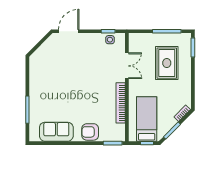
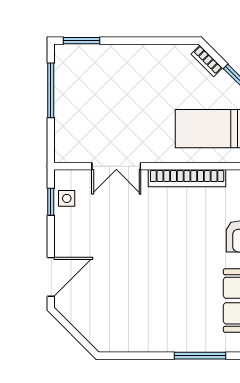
door: (69, 31) -> (51, 277), swing flipped
rug: (167, 63) -> (111, 90), removed
double door: (127, 66) -> (116, 166), swing flipped

